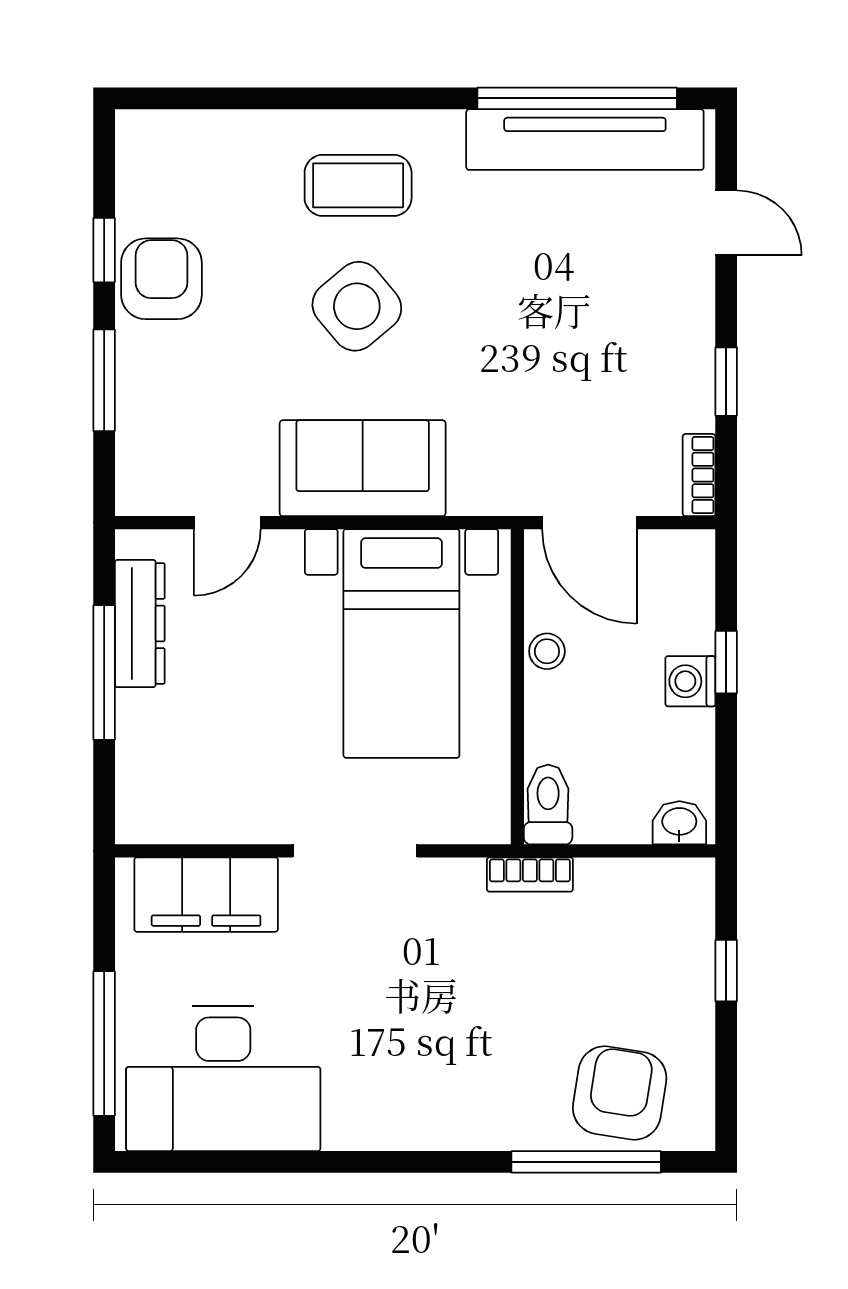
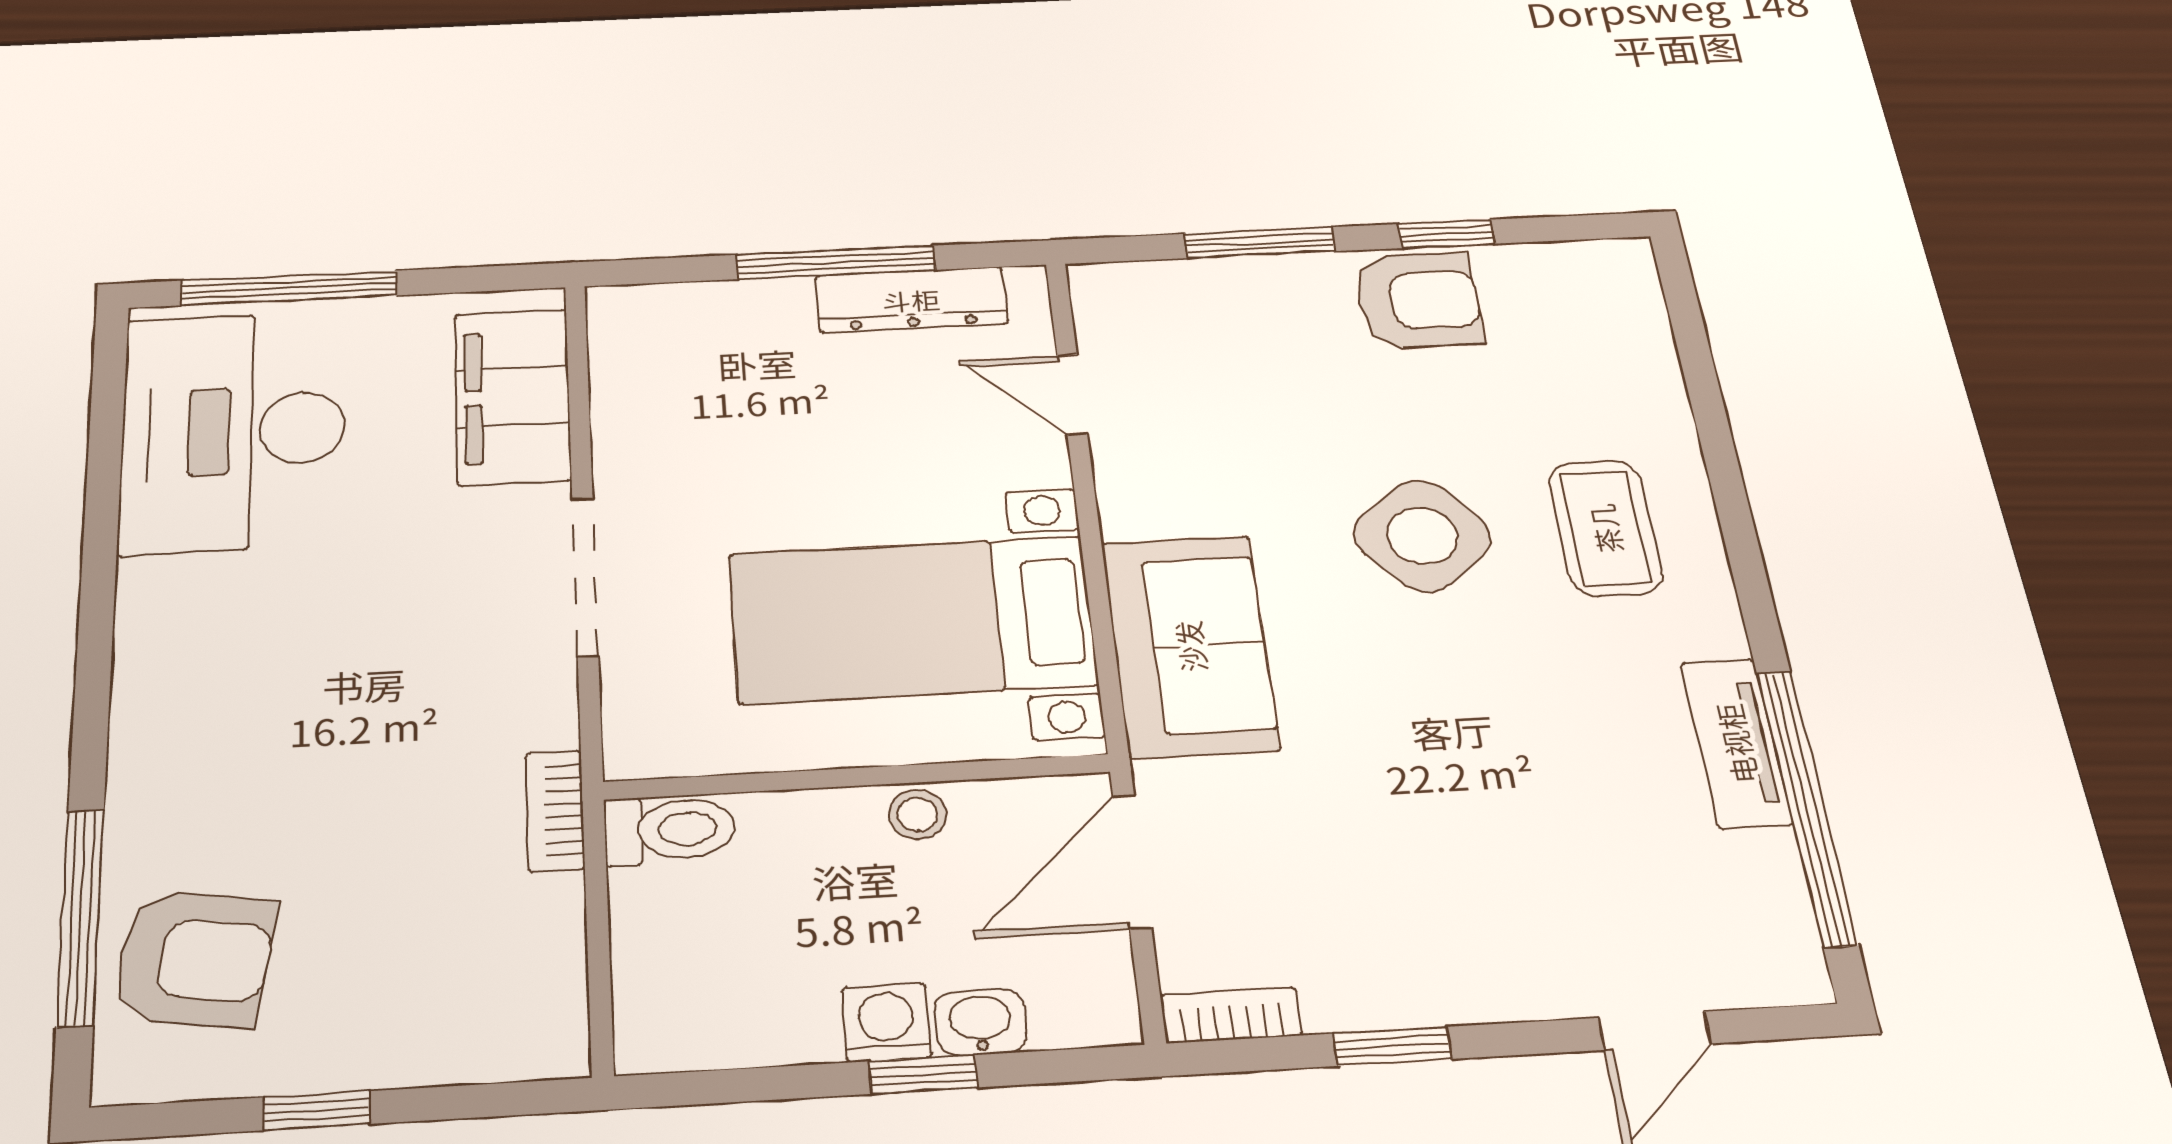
tv unit: (585, 140) -> (1736, 743), width x0.52, depth x0.78
sofa: (363, 468) -> (1190, 646), moved
washbasin: (679, 823) -> (981, 1022), moved, turned -90
window: (726, 971) -> (317, 1111), moved

